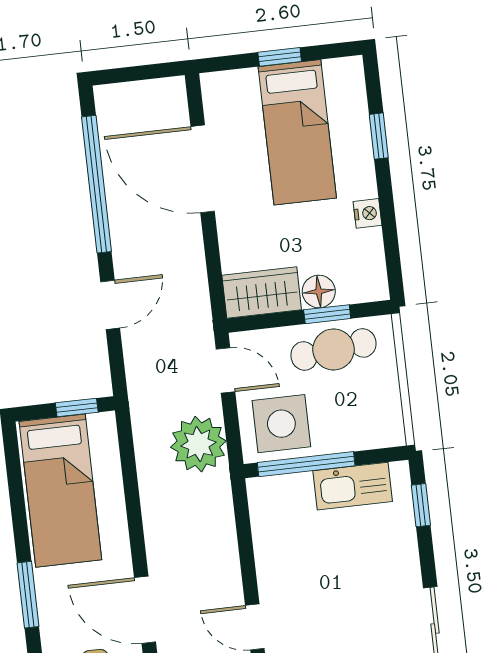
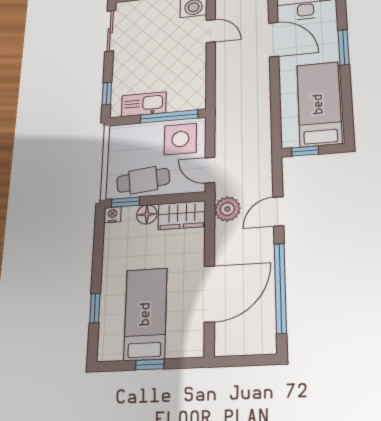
door: (203, 169) -> (209, 294), hinge flipped
nightstand: (367, 213) -> (113, 215), moved, turned 90
window: (327, 314) -> (125, 202), moved
plant: (198, 444) -> (227, 209), moved, width x0.73, depth x0.73

